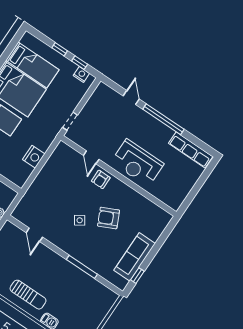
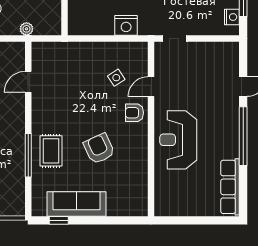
nightstand: (34, 157) -> (126, 25), moved
side table: (80, 220) -> (116, 78), moved
rug: (89, 250) -> (51, 151), added

